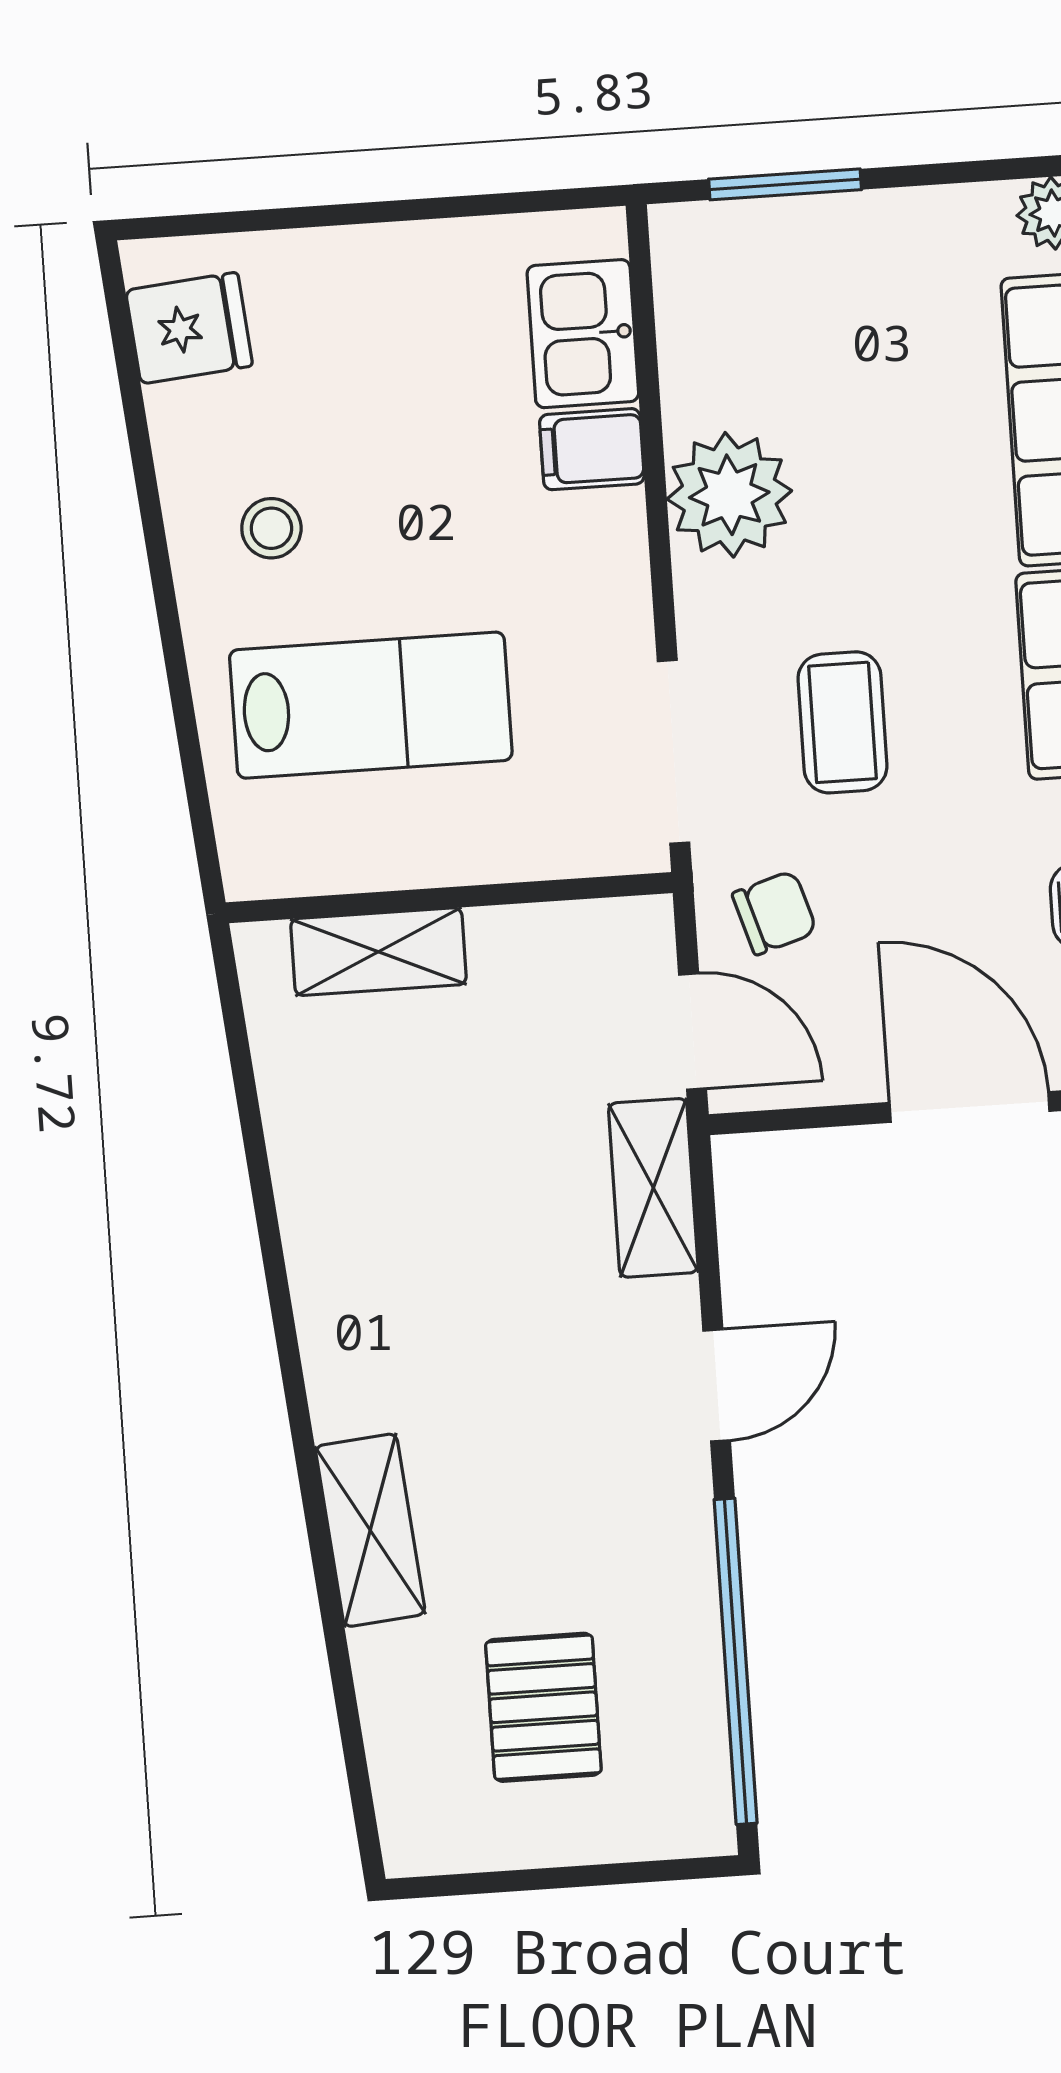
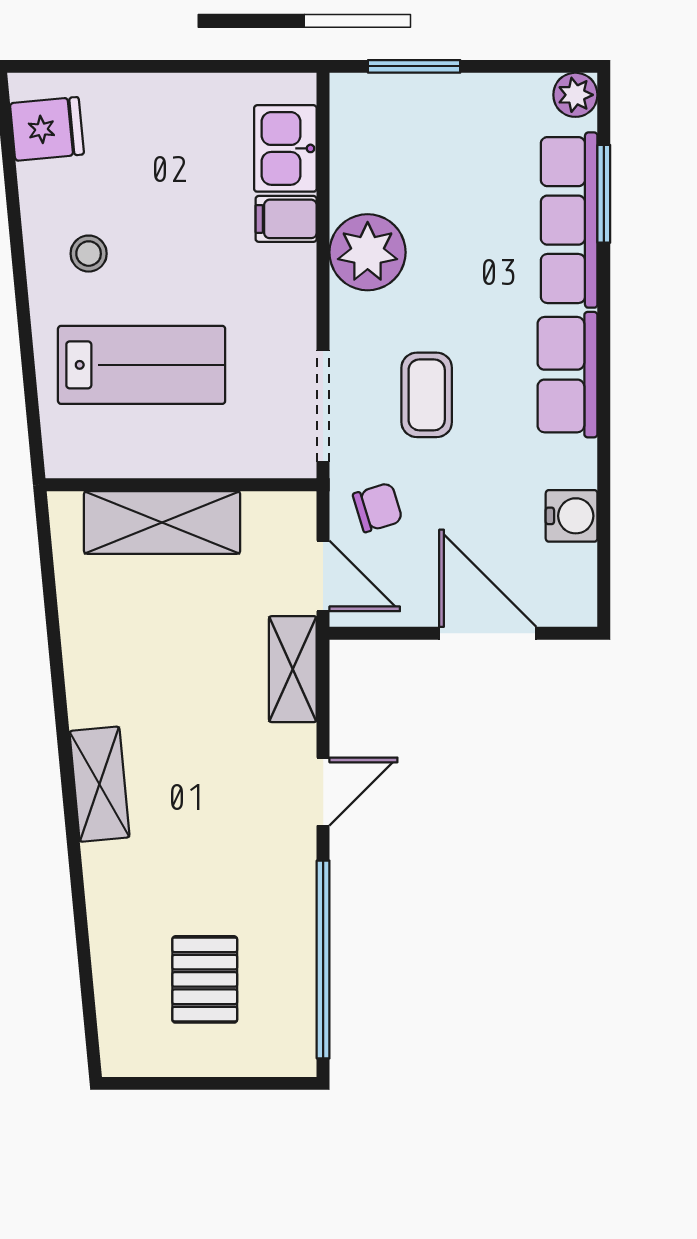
shelving: (378, 952) -> (162, 522), width x1.50, depth x1.33
shelving: (370, 1530) -> (99, 784), moved

